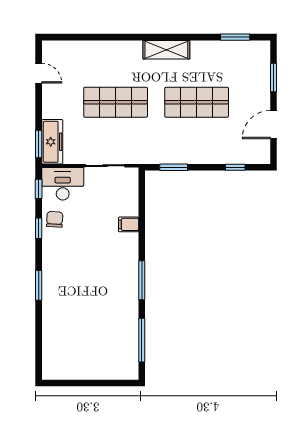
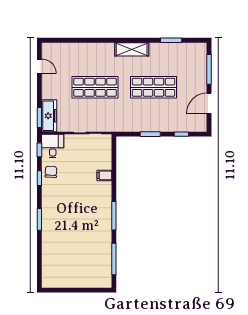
window: (235, 37) -> (171, 40), moved
window: (273, 78) -> (209, 69), width x1.44
window: (174, 167) -> (150, 134), moved
desk: (63, 184) -> (53, 146), width x0.73

